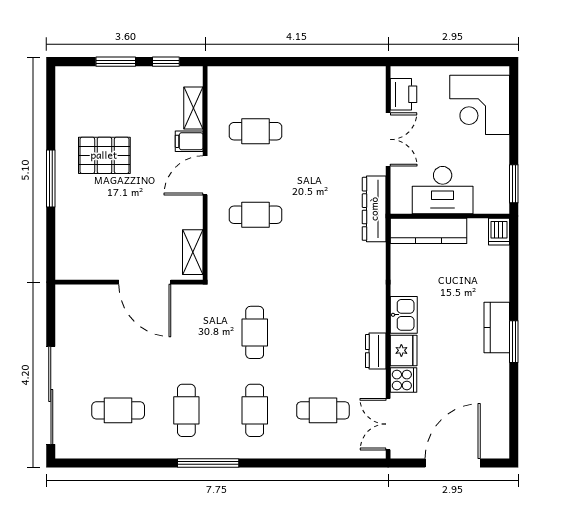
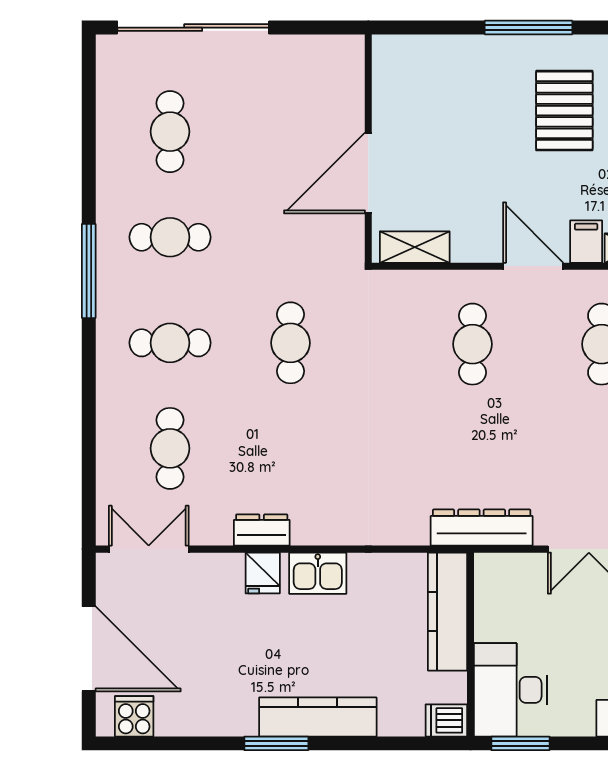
desk: (443, 190) -> (511, 690), moved
kitchen counter: (497, 327) -> (318, 717), width x1.50
cafe table: (255, 332) -> (291, 343), turned 90
fridge: (404, 350) -> (263, 573), width x0.72
cooker: (403, 380) -> (134, 716), moved, turned 180

